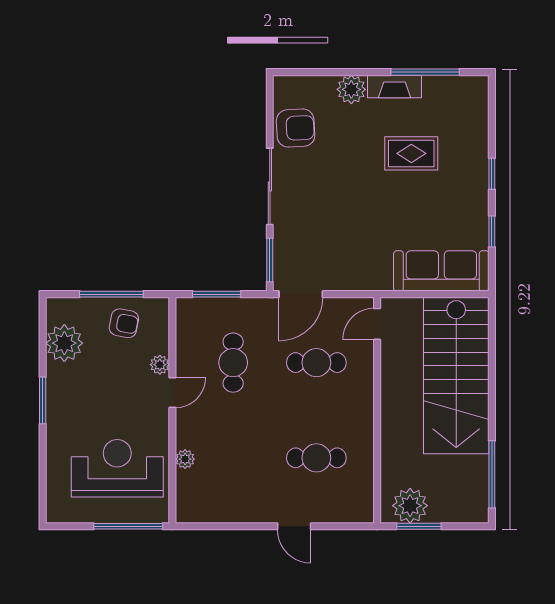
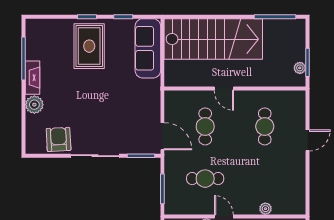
rug: (411, 153) -> (89, 46), moved, width x1.36, depth x1.43
door: (377, 324) -> (224, 89), moved
plant: (410, 506) -> (300, 68), width x0.53, depth x0.53

